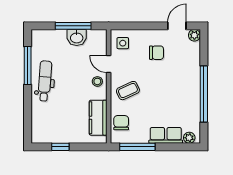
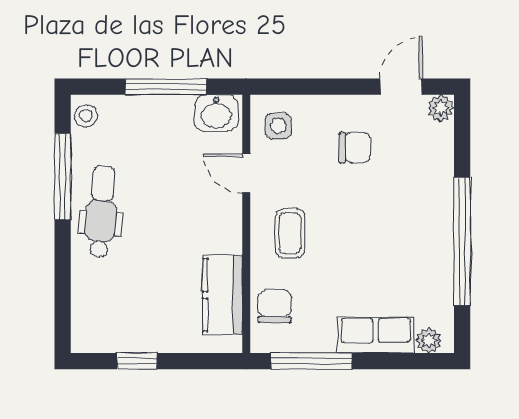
washbasin: (77, 37) -> (216, 113), moved
stool: (97, 81) -> (86, 116), moved
coffee table: (128, 91) -> (290, 233), turned -65

